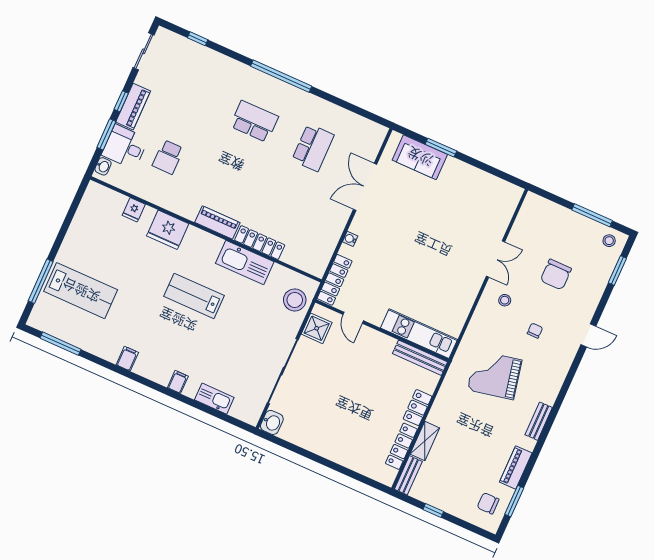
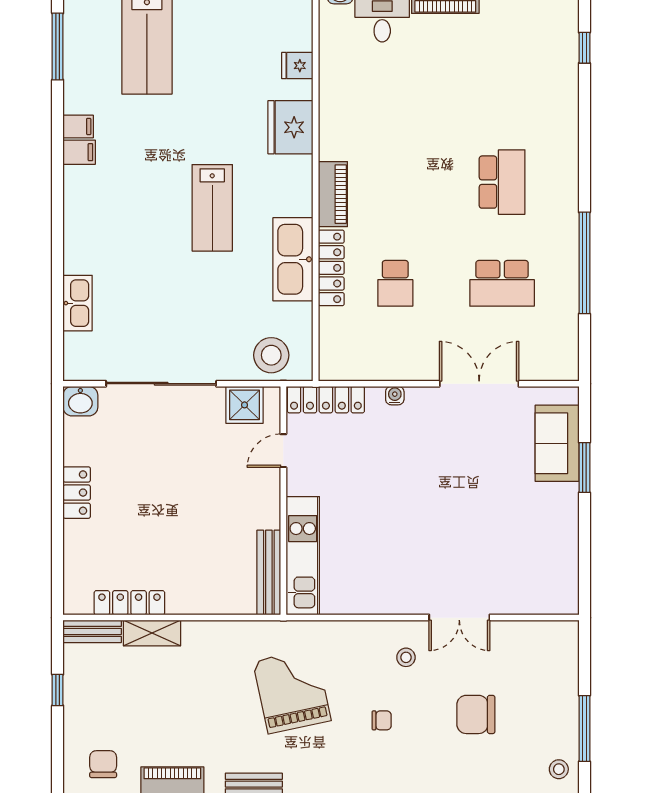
window: (281, 76) -> (584, 263), moved
school desk: (168, 157) -> (395, 283), moved, turned -90
lab bench: (194, 296) -> (212, 208), turned 180
filing cabinet: (178, 382) -> (78, 126), moved
locker: (418, 408) -> (77, 493), moved, turned 90

